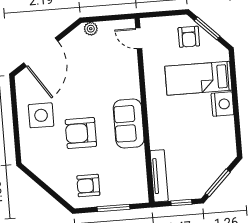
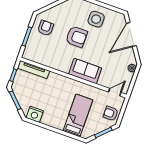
armchair: (189, 37) -> (111, 113), moved
door: (41, 52) -> (131, 35), hinge flipped
nightstand: (222, 104) -> (35, 114), moved
sofa: (129, 123) -> (85, 71), moved
armchair: (81, 133) -> (77, 37), turned 90

